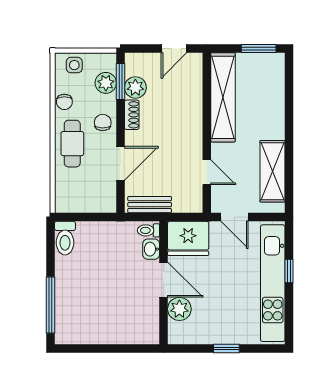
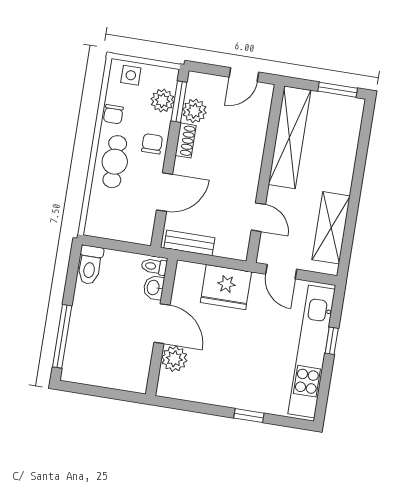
toilet: (148, 230) -> (154, 266), moved
washbasin: (151, 249) -> (154, 288), moved
door: (164, 280) -> (162, 324), moved
wall: (164, 283) -> (161, 327), moved
plant: (179, 309) -> (174, 359), moved

